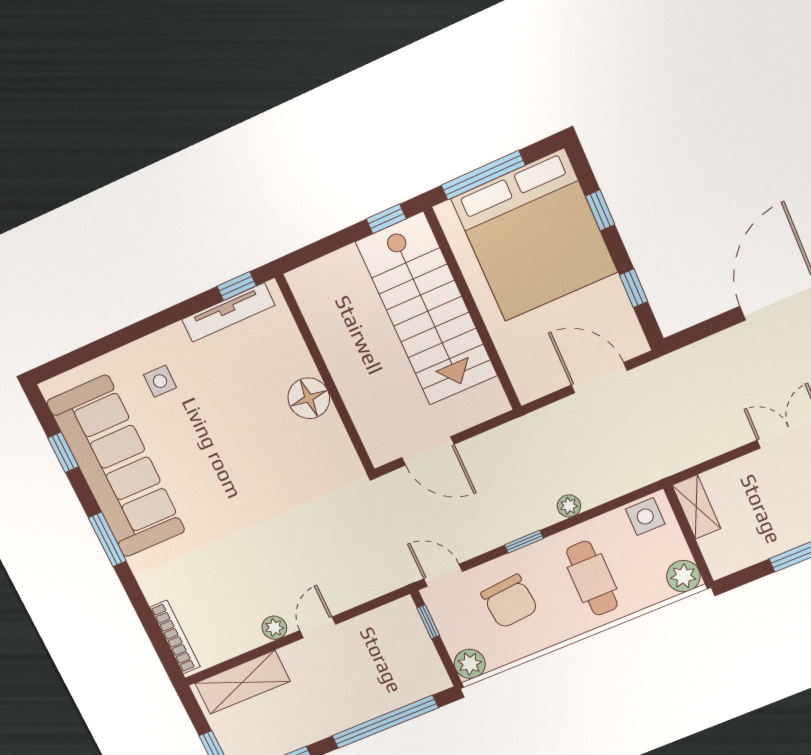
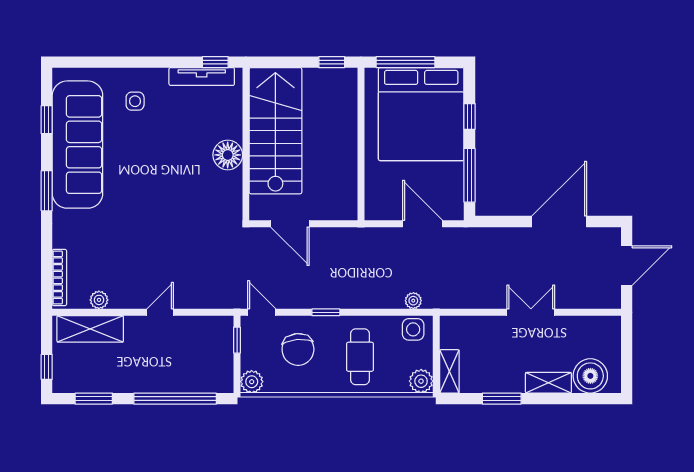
window: (634, 288) -> (469, 175), width x2.17
stairs: (427, 309) -> (275, 131), moved, turned 180
plant: (569, 506) -> (413, 301), moved
shelving: (696, 507) -> (449, 371), moved
plant: (274, 628) -> (99, 300), moved

